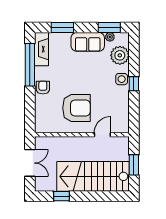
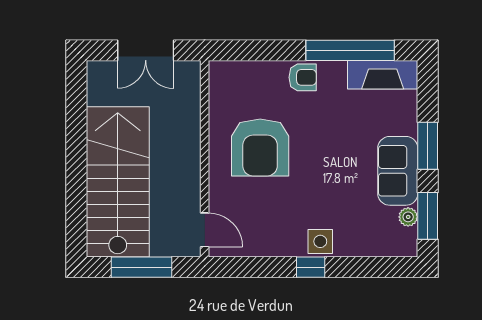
window: (62, 28) -> (428, 146), moved
plant: (120, 55) -> (370, 238), removed
door: (102, 135) -> (205, 230), moved
window: (134, 165) -> (142, 267), width x1.44
window: (62, 196) -> (76, 116), removed

